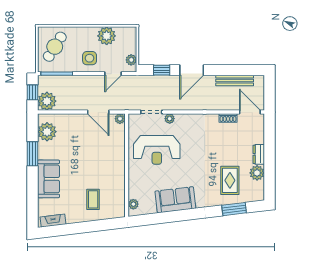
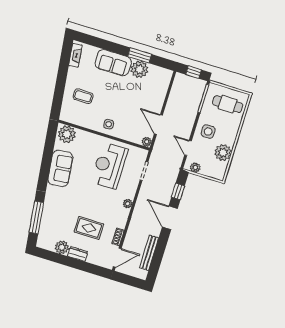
cafe table: (55, 47) -> (228, 104), turned -32
plant: (47, 101) -> (182, 82), removed
door: (98, 112) -> (158, 124), hinge flipped
plant: (170, 119) -> (128, 204), moved
plant: (47, 132) -> (139, 69), moved
side table: (114, 164) -> (109, 124), added
rug: (230, 180) -> (89, 228), moved
plant: (133, 204) -> (67, 134), width x1.87, depth x1.87
window: (234, 209) -> (36, 217), width x1.44

